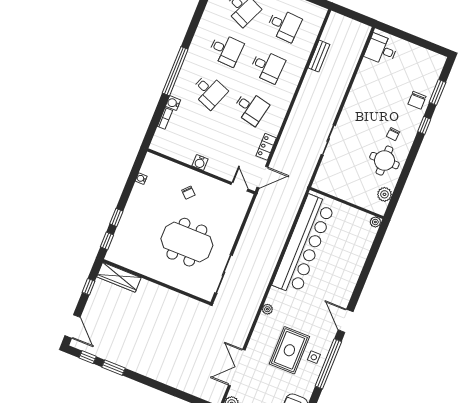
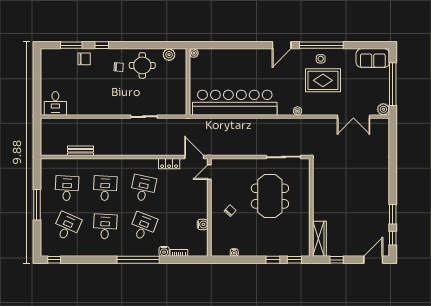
water cooler: (200, 162) -> (203, 224), moved

